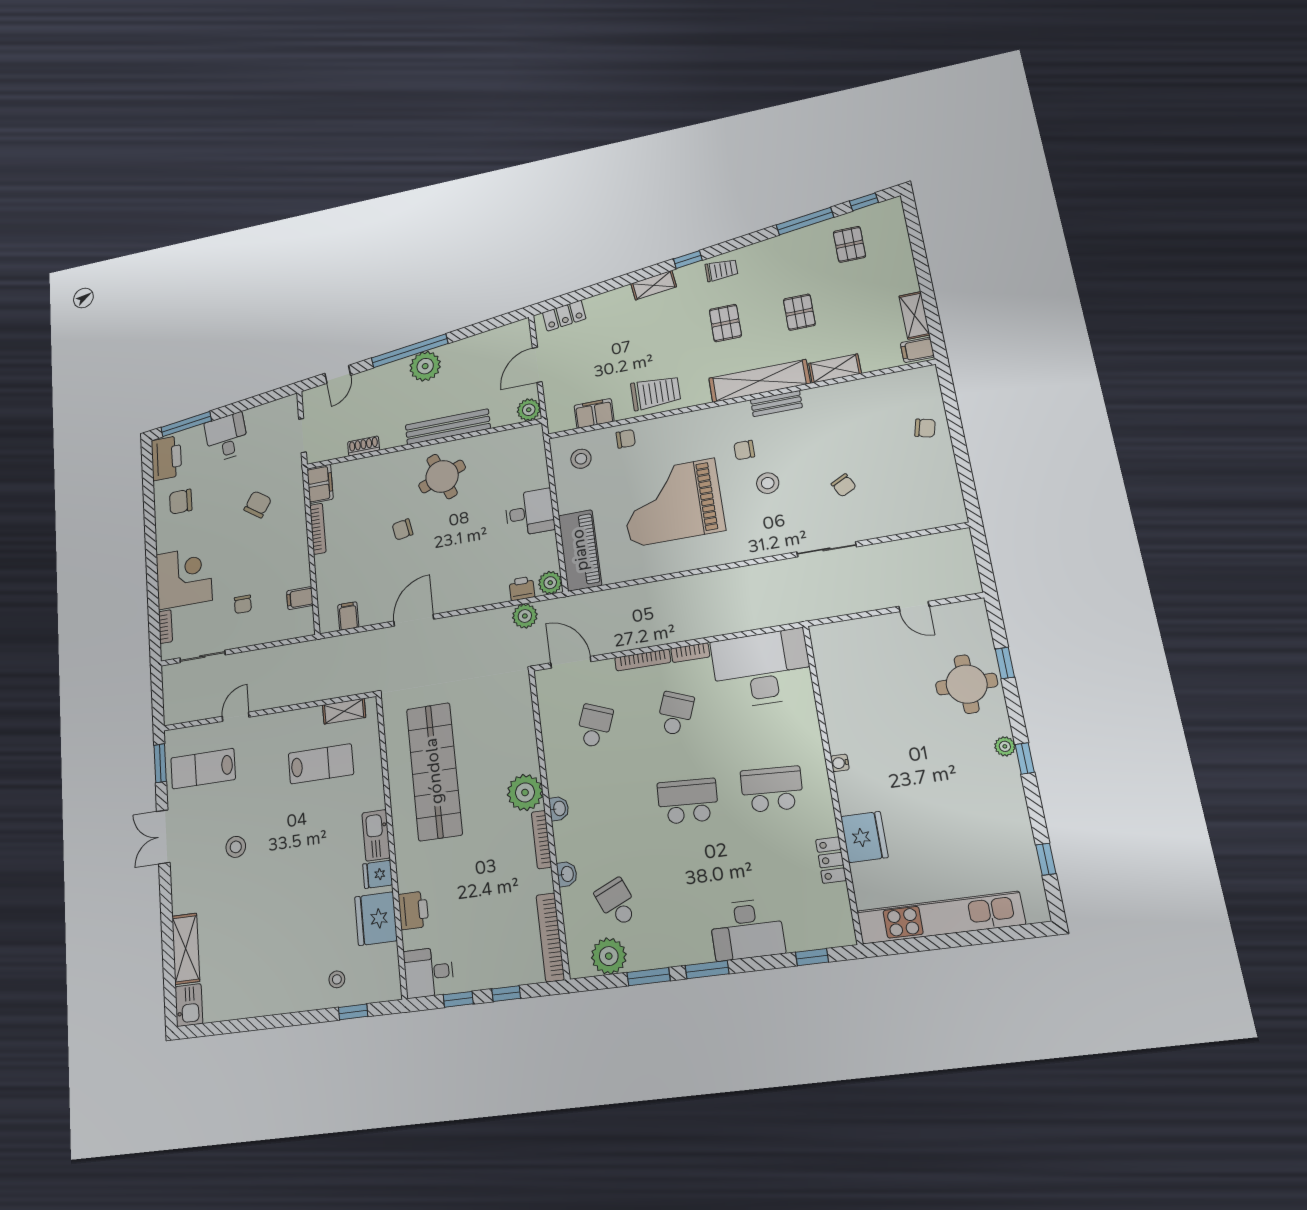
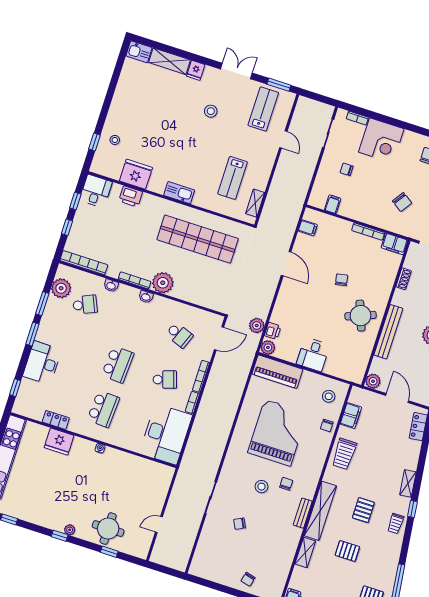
pallet: (725, 323) -> (363, 510), turned 90
school desk: (675, 714) -> (165, 380), turned -39
fridge: (378, 874) -> (196, 70), moved, turned 180

